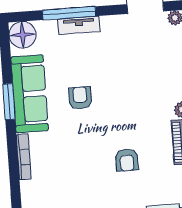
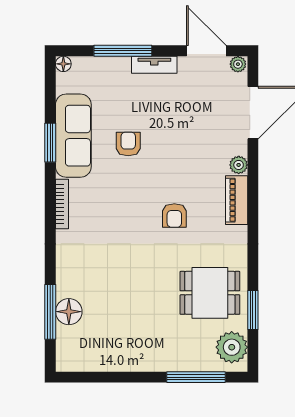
tv unit: (79, 25) -> (154, 65), moved
floor lamp: (22, 35) -> (63, 64), width x0.53, depth x0.53

